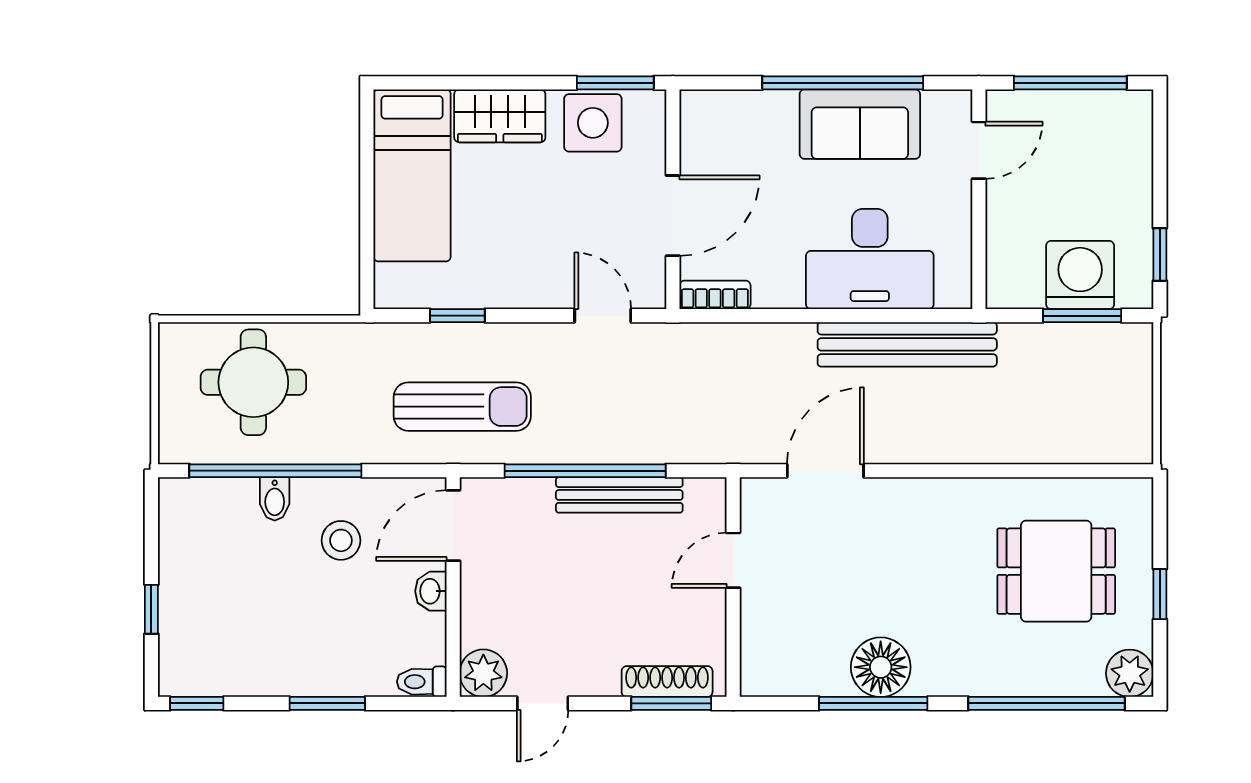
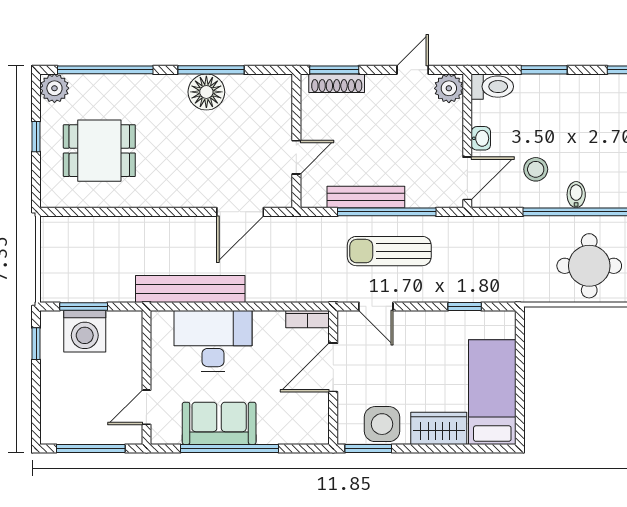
sun lounger: (462, 407) -> (389, 251), moved
toilet: (422, 682) -> (492, 87), width x1.37, depth x1.39

